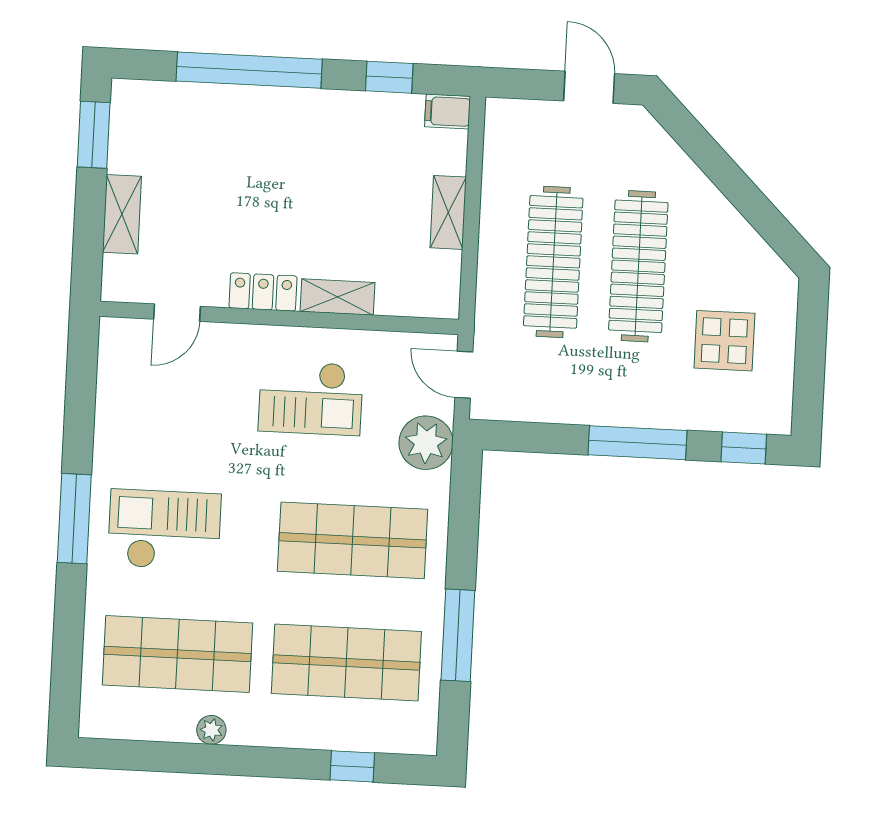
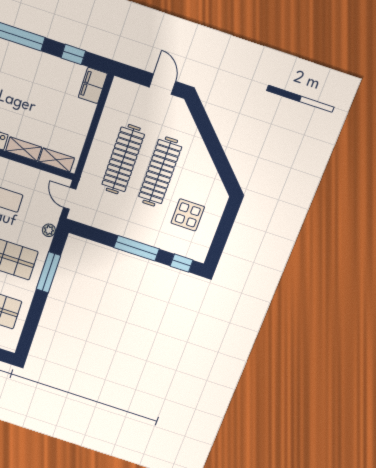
filing cabinet: (448, 111) -> (93, 86), width x2.00
shelving: (448, 212) -> (57, 160), moved, turned 90
plant: (426, 443) -> (49, 230), width x0.53, depth x0.53
window: (458, 635) -> (49, 272), moved

